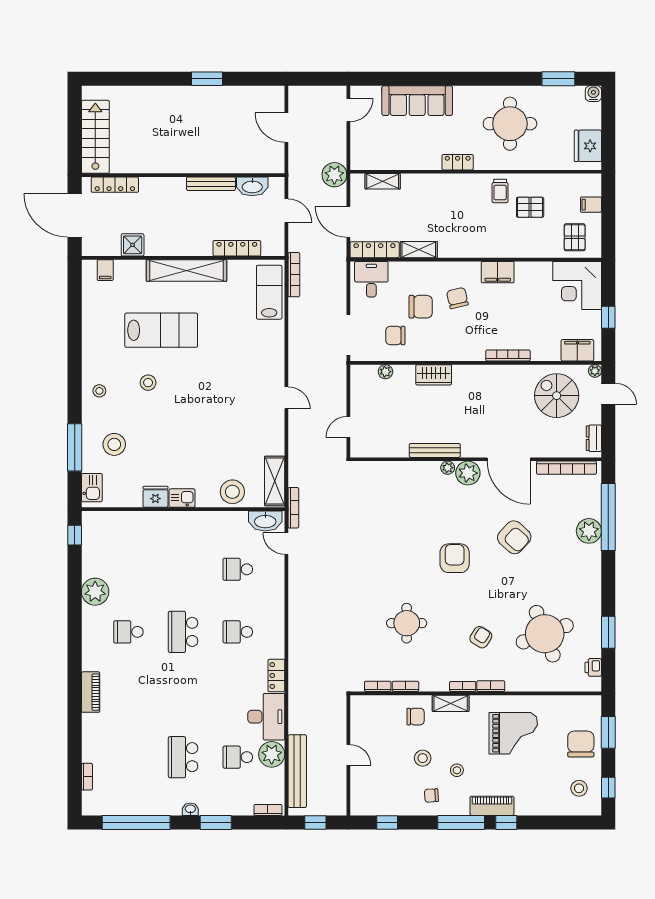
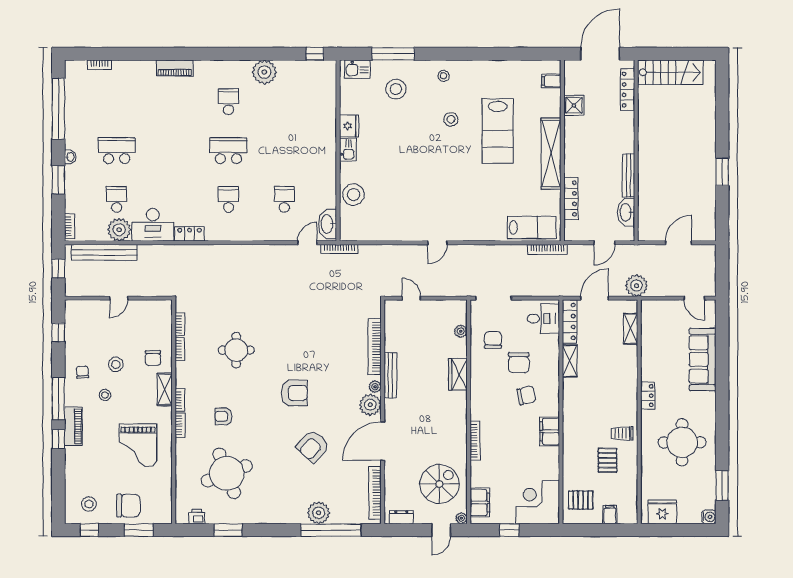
bookcase: (403, 468) -> (375, 347), added
shelving: (275, 481) -> (363, 232), removed
armchair: (481, 637) -> (224, 416), turned 148

